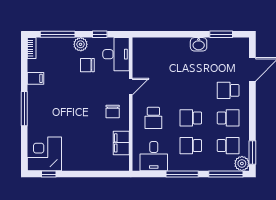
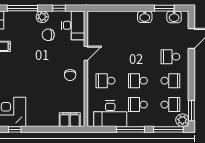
washbasin: (232, 44) -> (174, 17), added
school desk: (153, 118) -> (106, 81), turned 90
filing cabinet: (121, 143) -> (70, 120), moved, turned 90
desk: (154, 156) -> (110, 114), width x1.37

